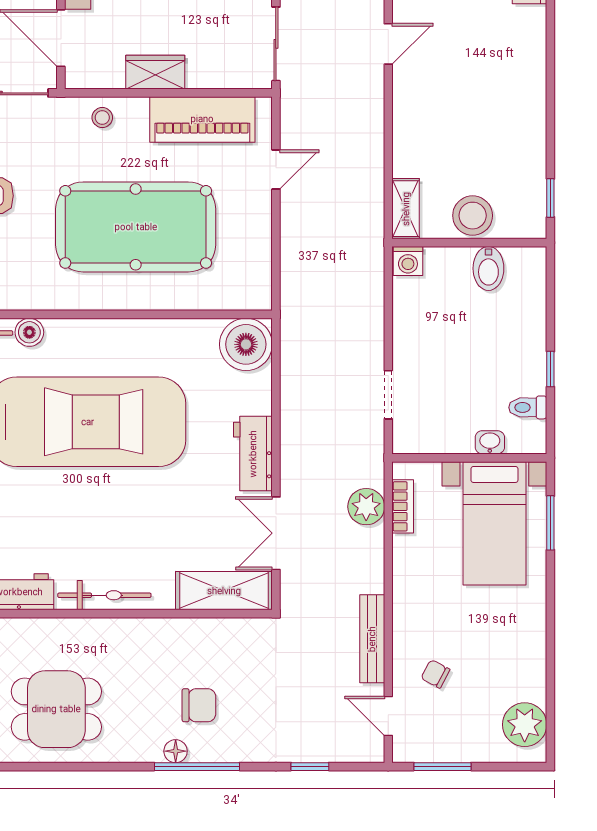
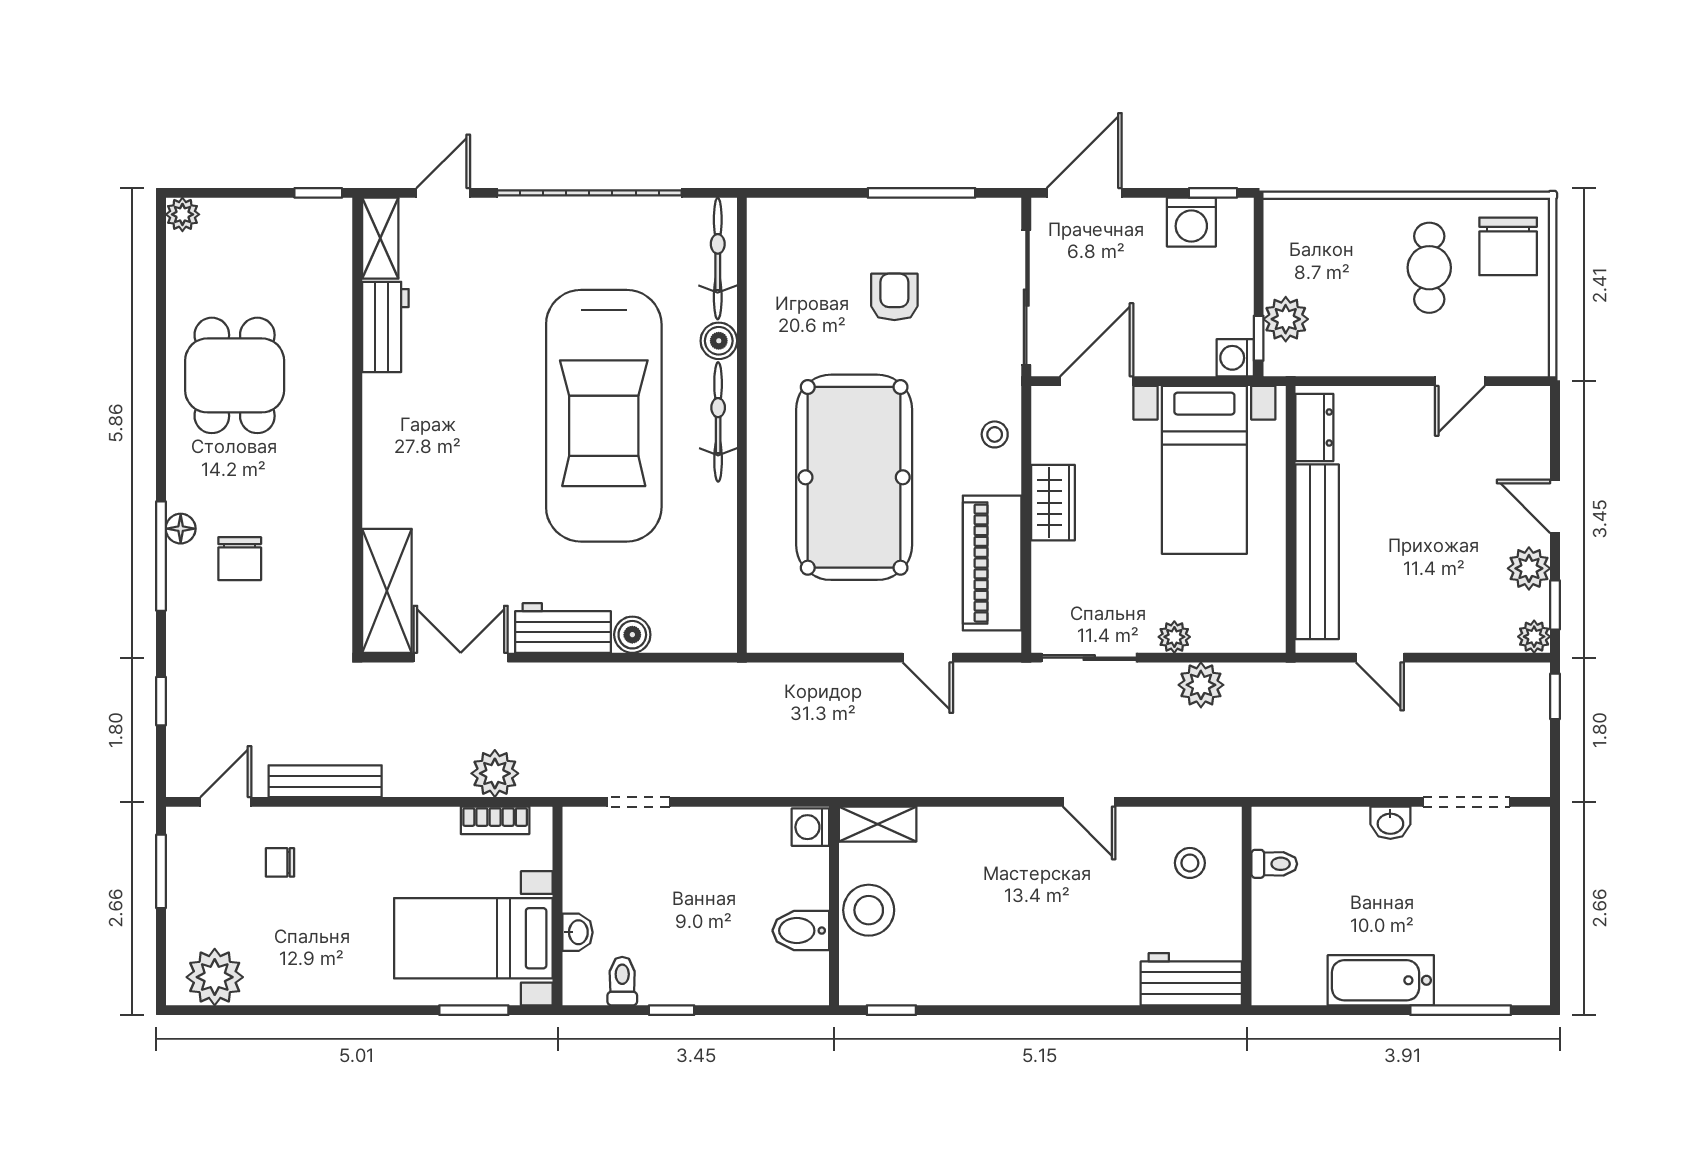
boiler: (246, 344) -> (632, 635), moved, width x0.54, depth x0.54
bicycle: (104, 595) -> (718, 422), moved, turned 180
chair: (435, 674) -> (280, 862), turned -118

